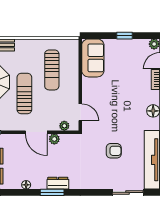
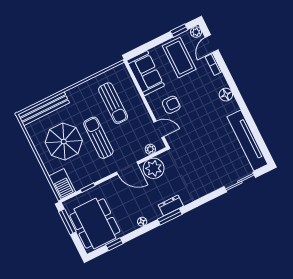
window: (125, 36) -> (179, 31), moved
coffee table: (129, 59) -> (179, 58), added
plant: (54, 139) -> (154, 168), width x1.87, depth x1.87
armchair: (114, 151) -> (171, 105), moved

